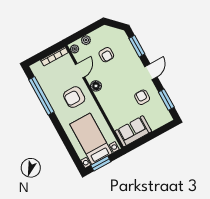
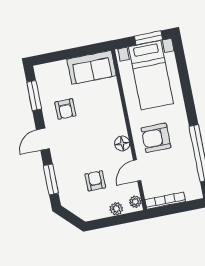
armchair: (74, 97) -> (156, 138), turned 180

